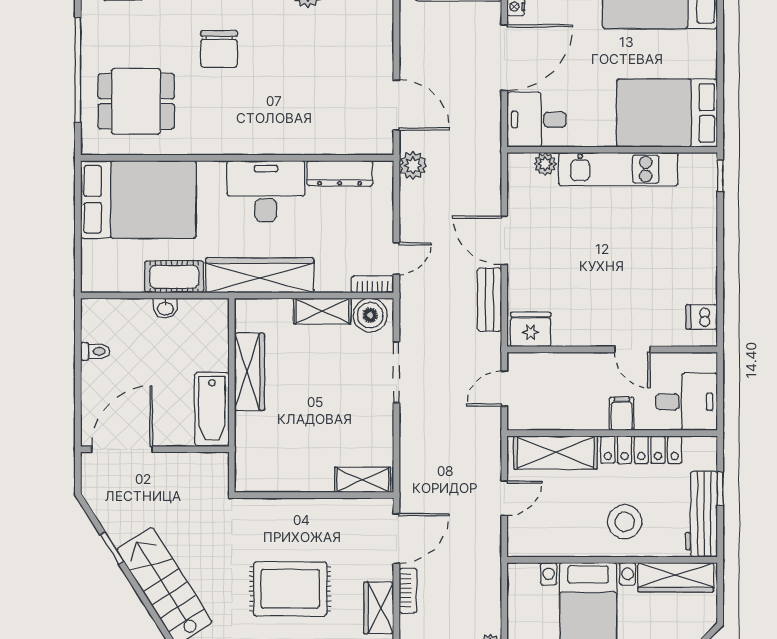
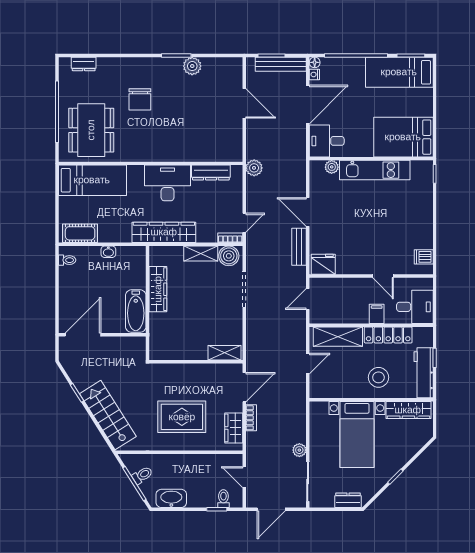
dining table: (136, 101) -> (91, 130), width x1.38
door: (396, 105) -> (244, 103), moved
bed: (138, 199) -> (92, 180), width x0.67
cot: (174, 277) -> (80, 233), moved
toilet: (95, 351) -> (67, 260), moved

